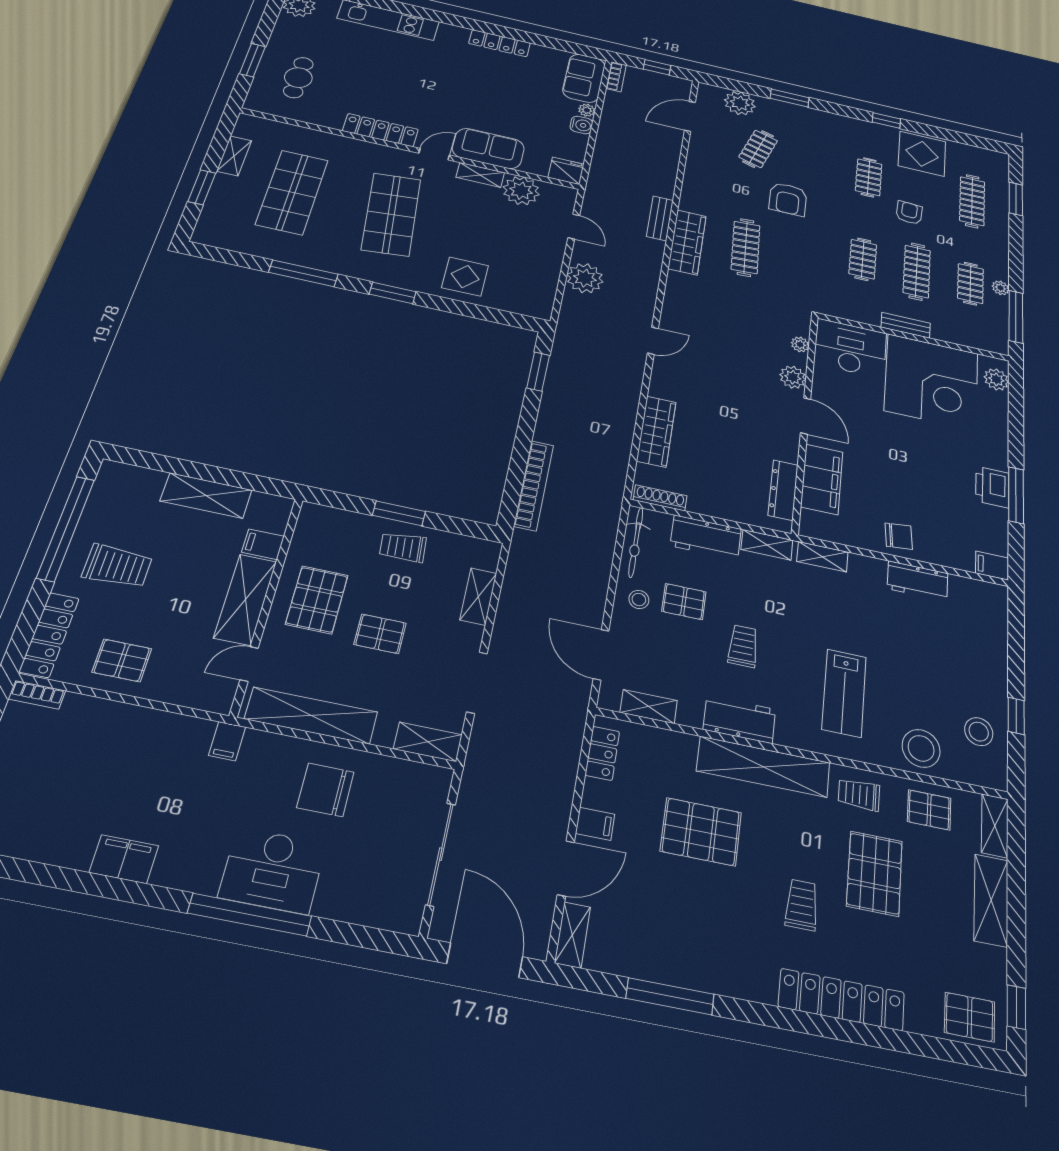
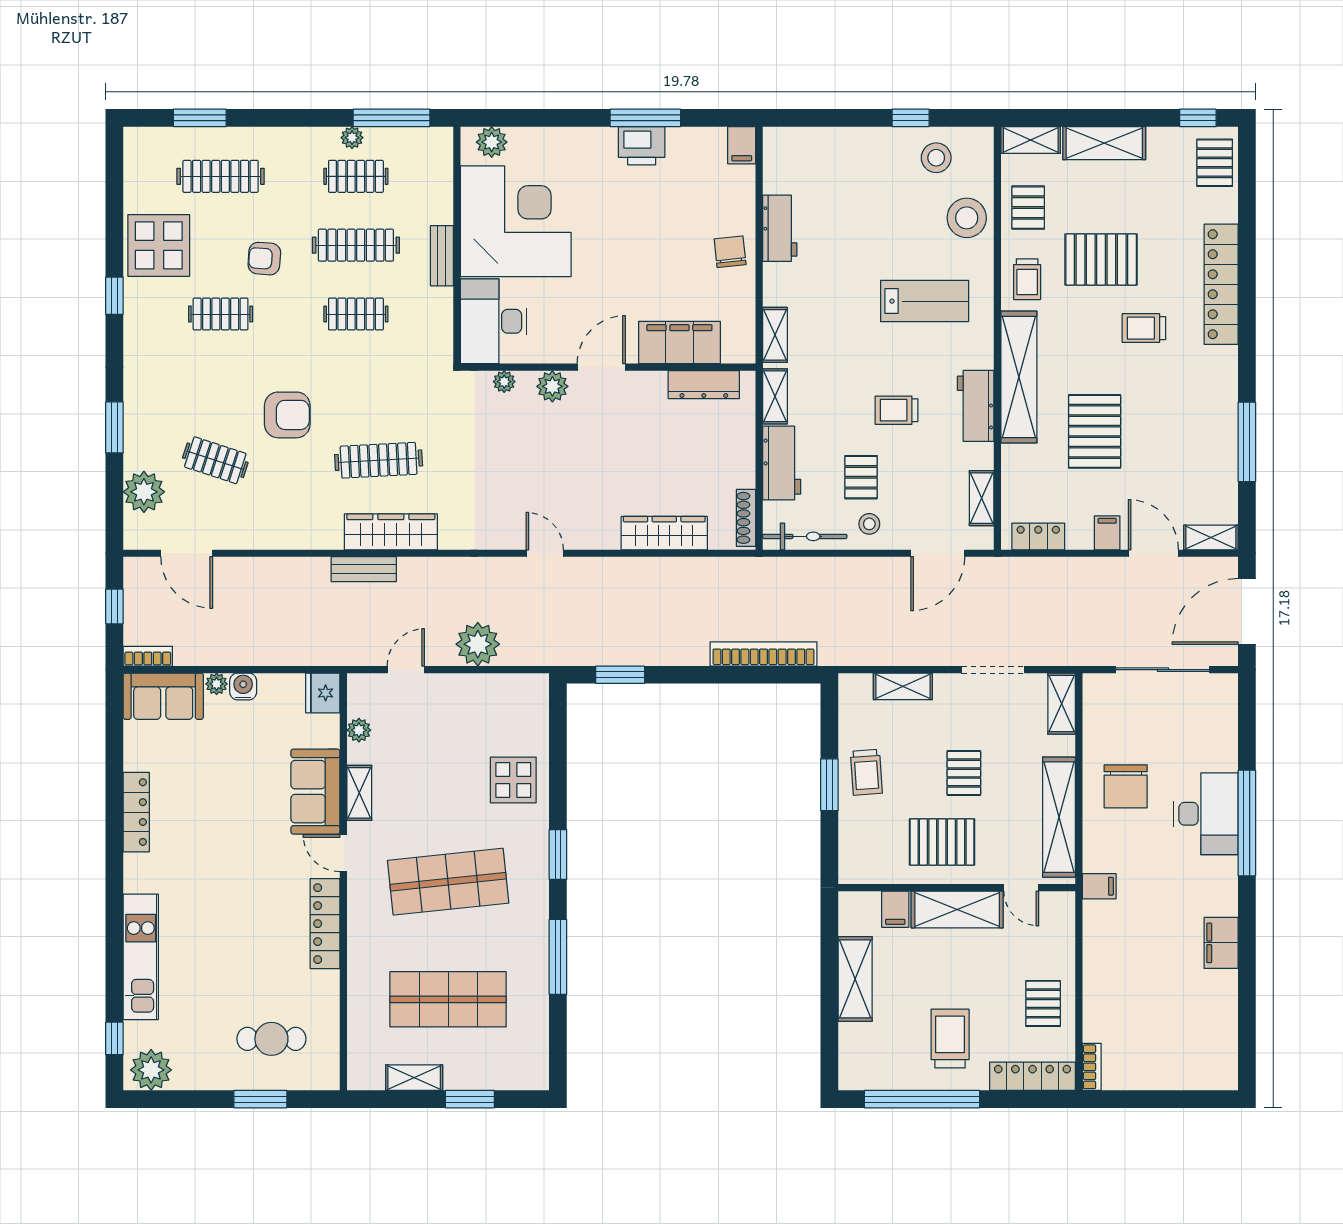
plant: (521, 191) -> (359, 730), width x0.53, depth x0.53

